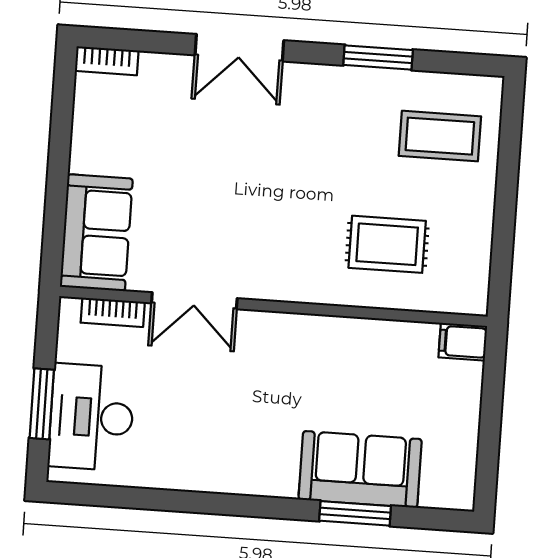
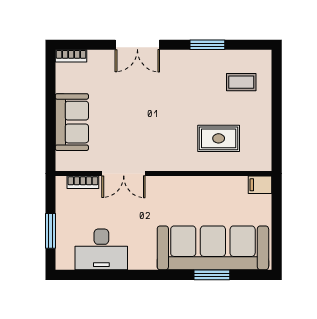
coffee table: (440, 136) -> (241, 82), width x0.73, depth x0.77
sofa: (96, 233) -> (72, 122), moved
desk: (91, 417) -> (101, 249), moved, turned -90
sofa: (360, 469) -> (213, 248), width x1.85, depth x1.27

